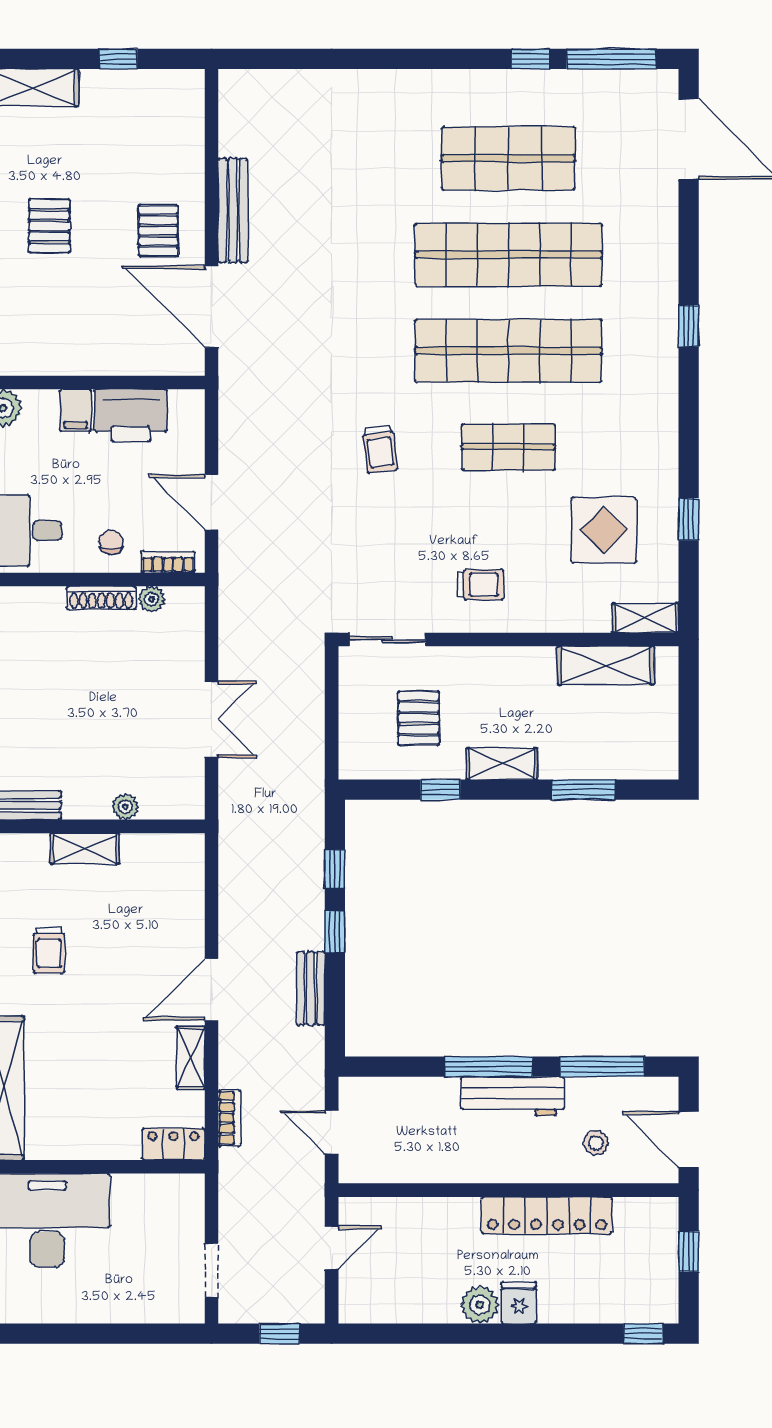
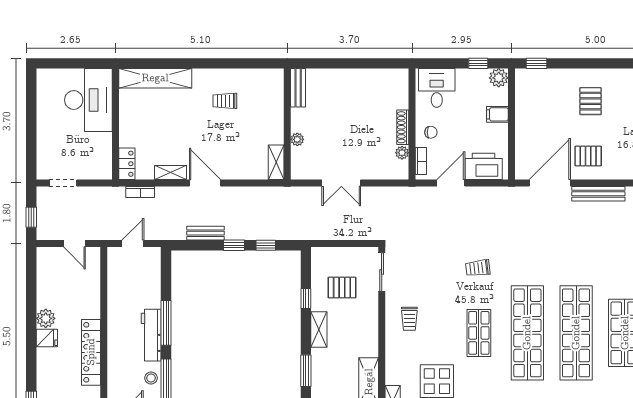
pallet: (49, 226) -> (591, 101), turned 90
printer: (131, 416) -> (484, 166), moved, turned 90
shelving: (85, 848) -> (276, 162), moved
stool: (596, 1143) -> (151, 378), moved

